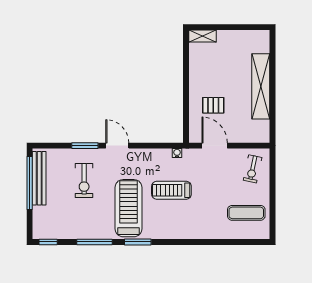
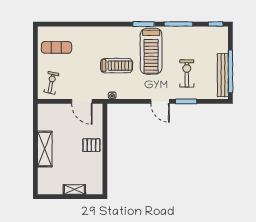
shelving: (202, 36) -> (74, 189), moved
shelving: (261, 86) -> (45, 149), width x0.68
pallet: (213, 105) -> (91, 145), moved

